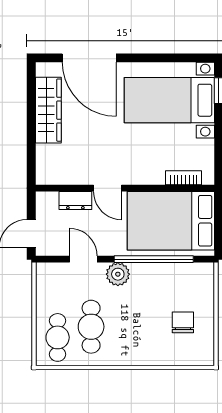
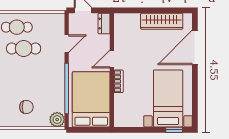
bookcase: (184, 178) -> (119, 81), moved
dresser: (75, 201) -> (104, 24), moved
plant: (118, 274) -> (57, 120), moved

